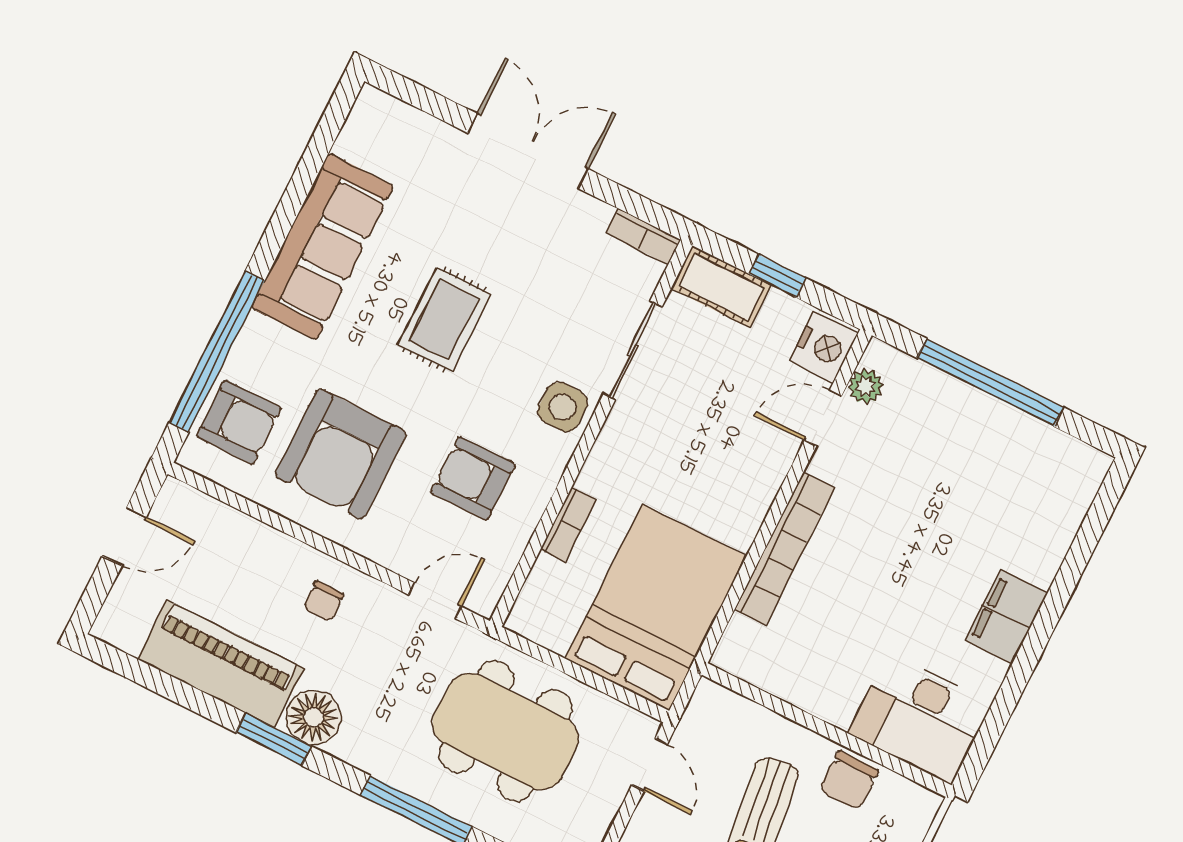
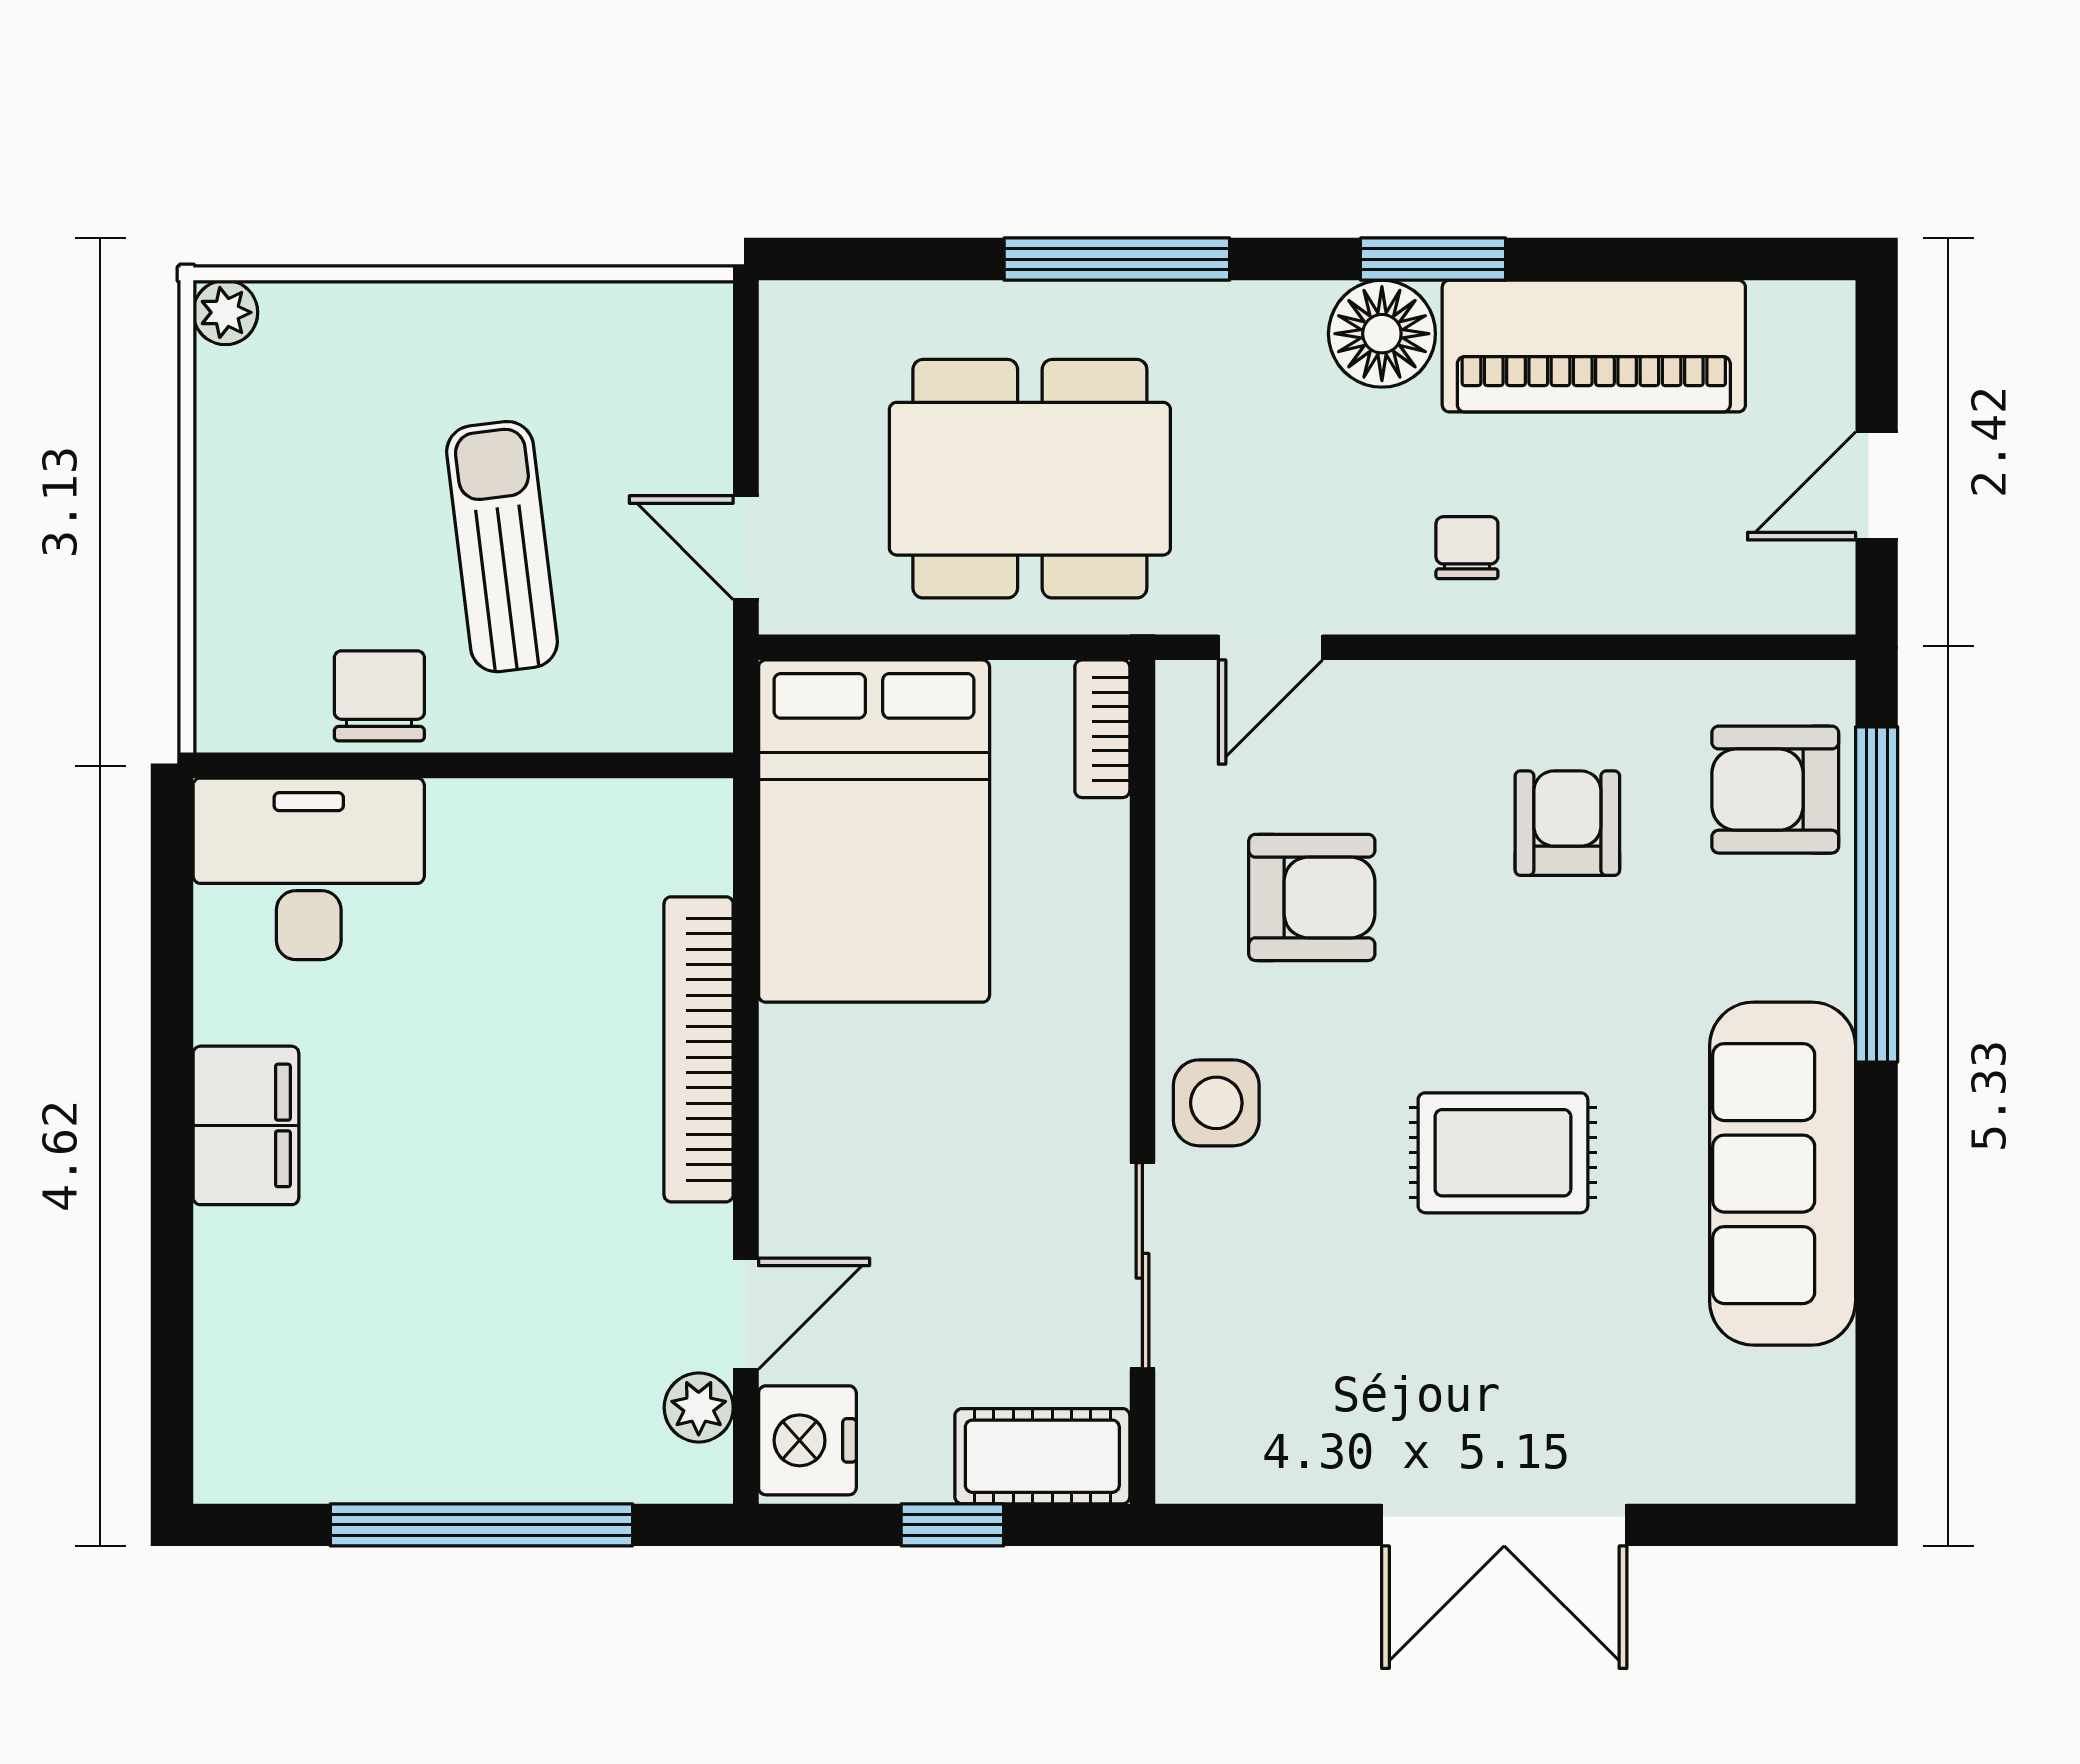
bookcase: (644, 236) -> (1224, 1476), removed
rug: (444, 320) -> (1503, 1153), turned 90
armchair: (341, 454) -> (1567, 823), width x0.53, depth x0.53
bookcase: (568, 524) -> (1102, 729), moved

